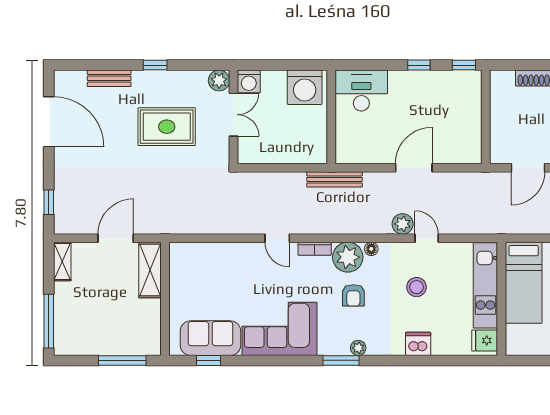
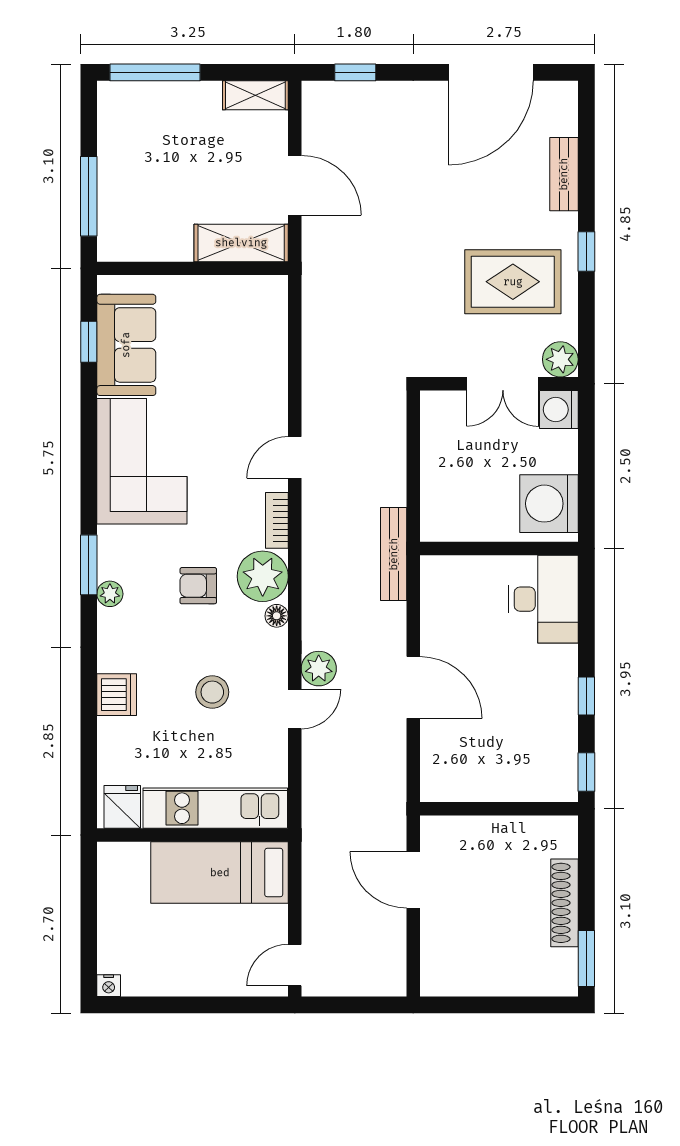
rug: (167, 127) -> (513, 282), moved, turned 90

